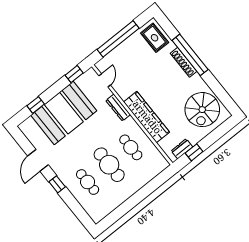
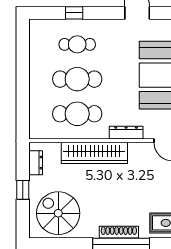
cafe table: (131, 147) -> (77, 114), width x1.37, depth x1.35
window: (194, 152) -> (23, 190), moved
window: (57, 184) -> (74, 13), moved

